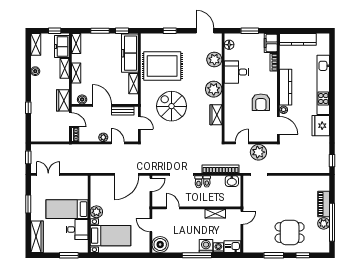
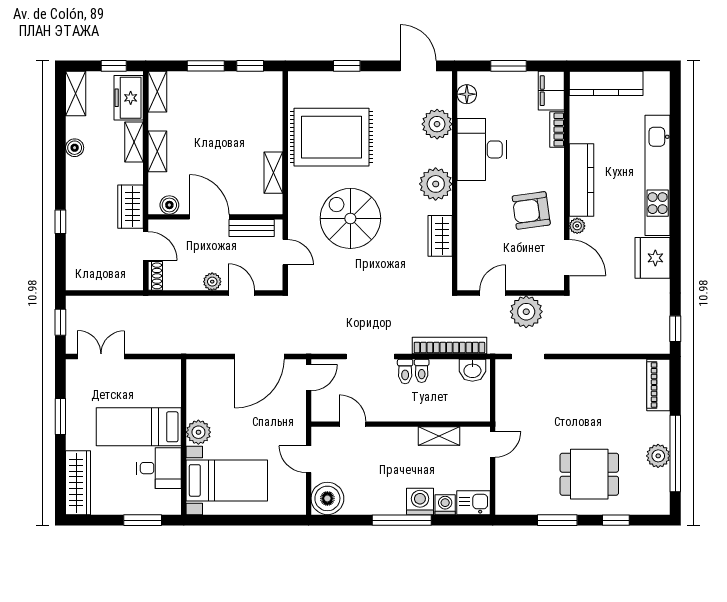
freezer: (130, 53) -> (266, 111), removed
desk: (236, 72) -> (482, 149), width x1.37
armchair: (261, 102) -> (531, 210), turned 82
piano: (324, 204) -> (658, 385), moved

